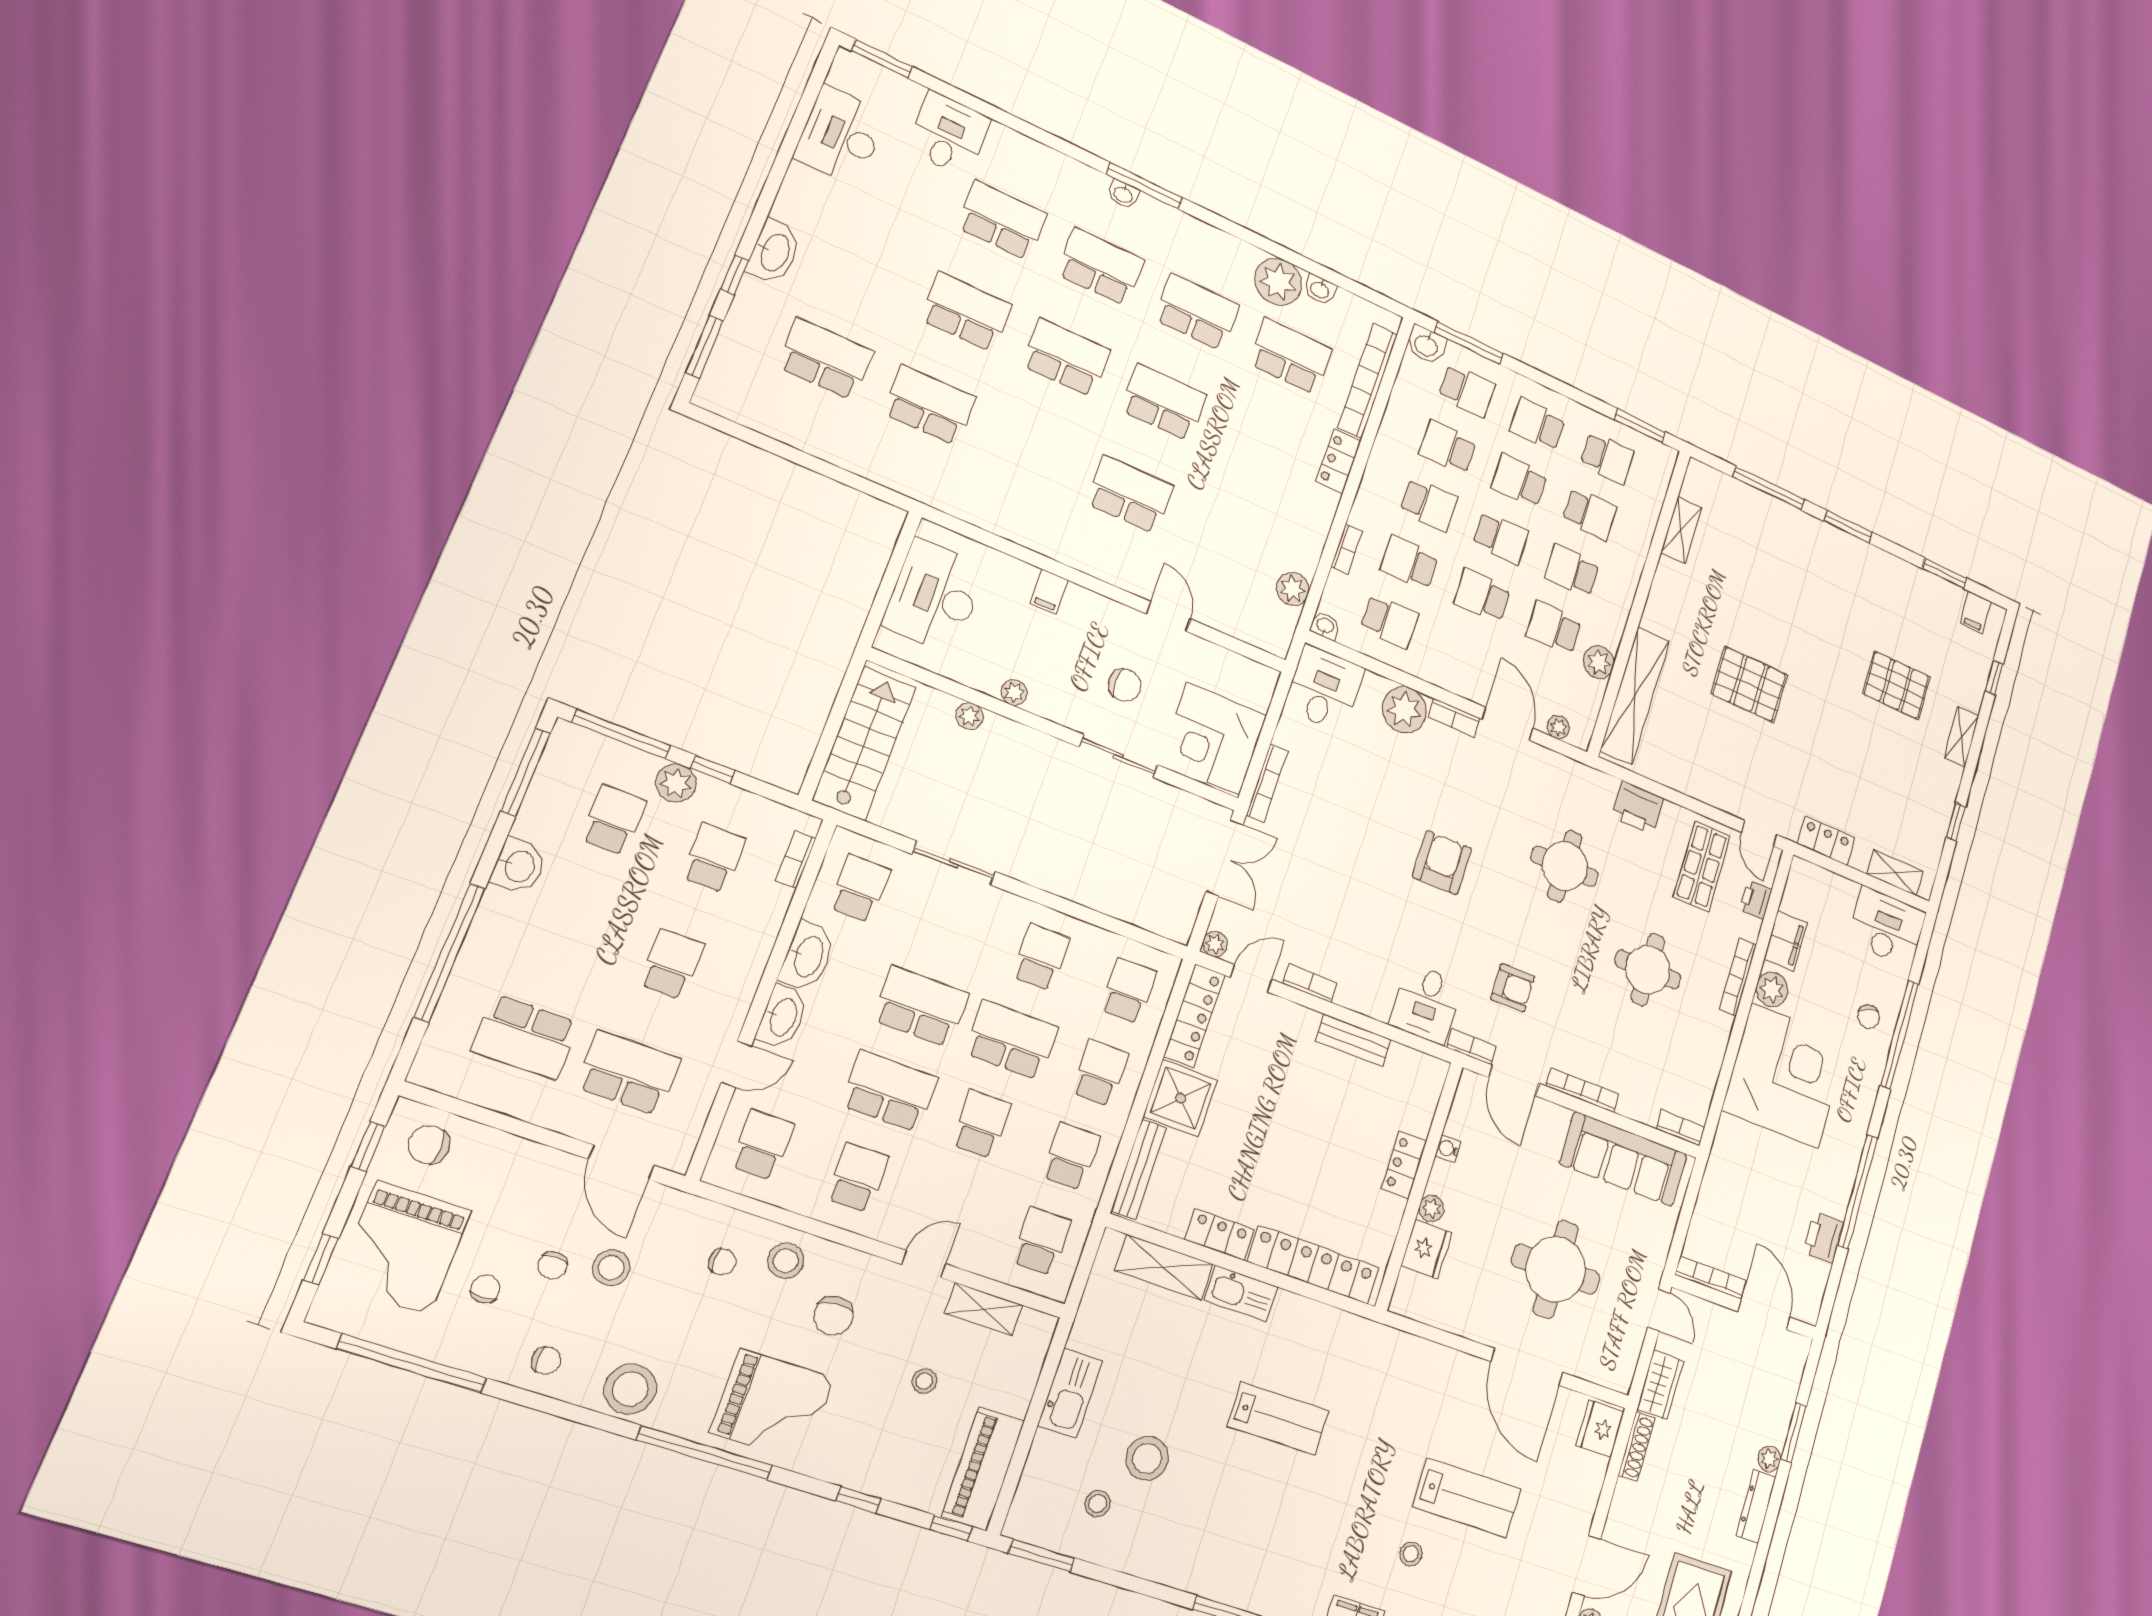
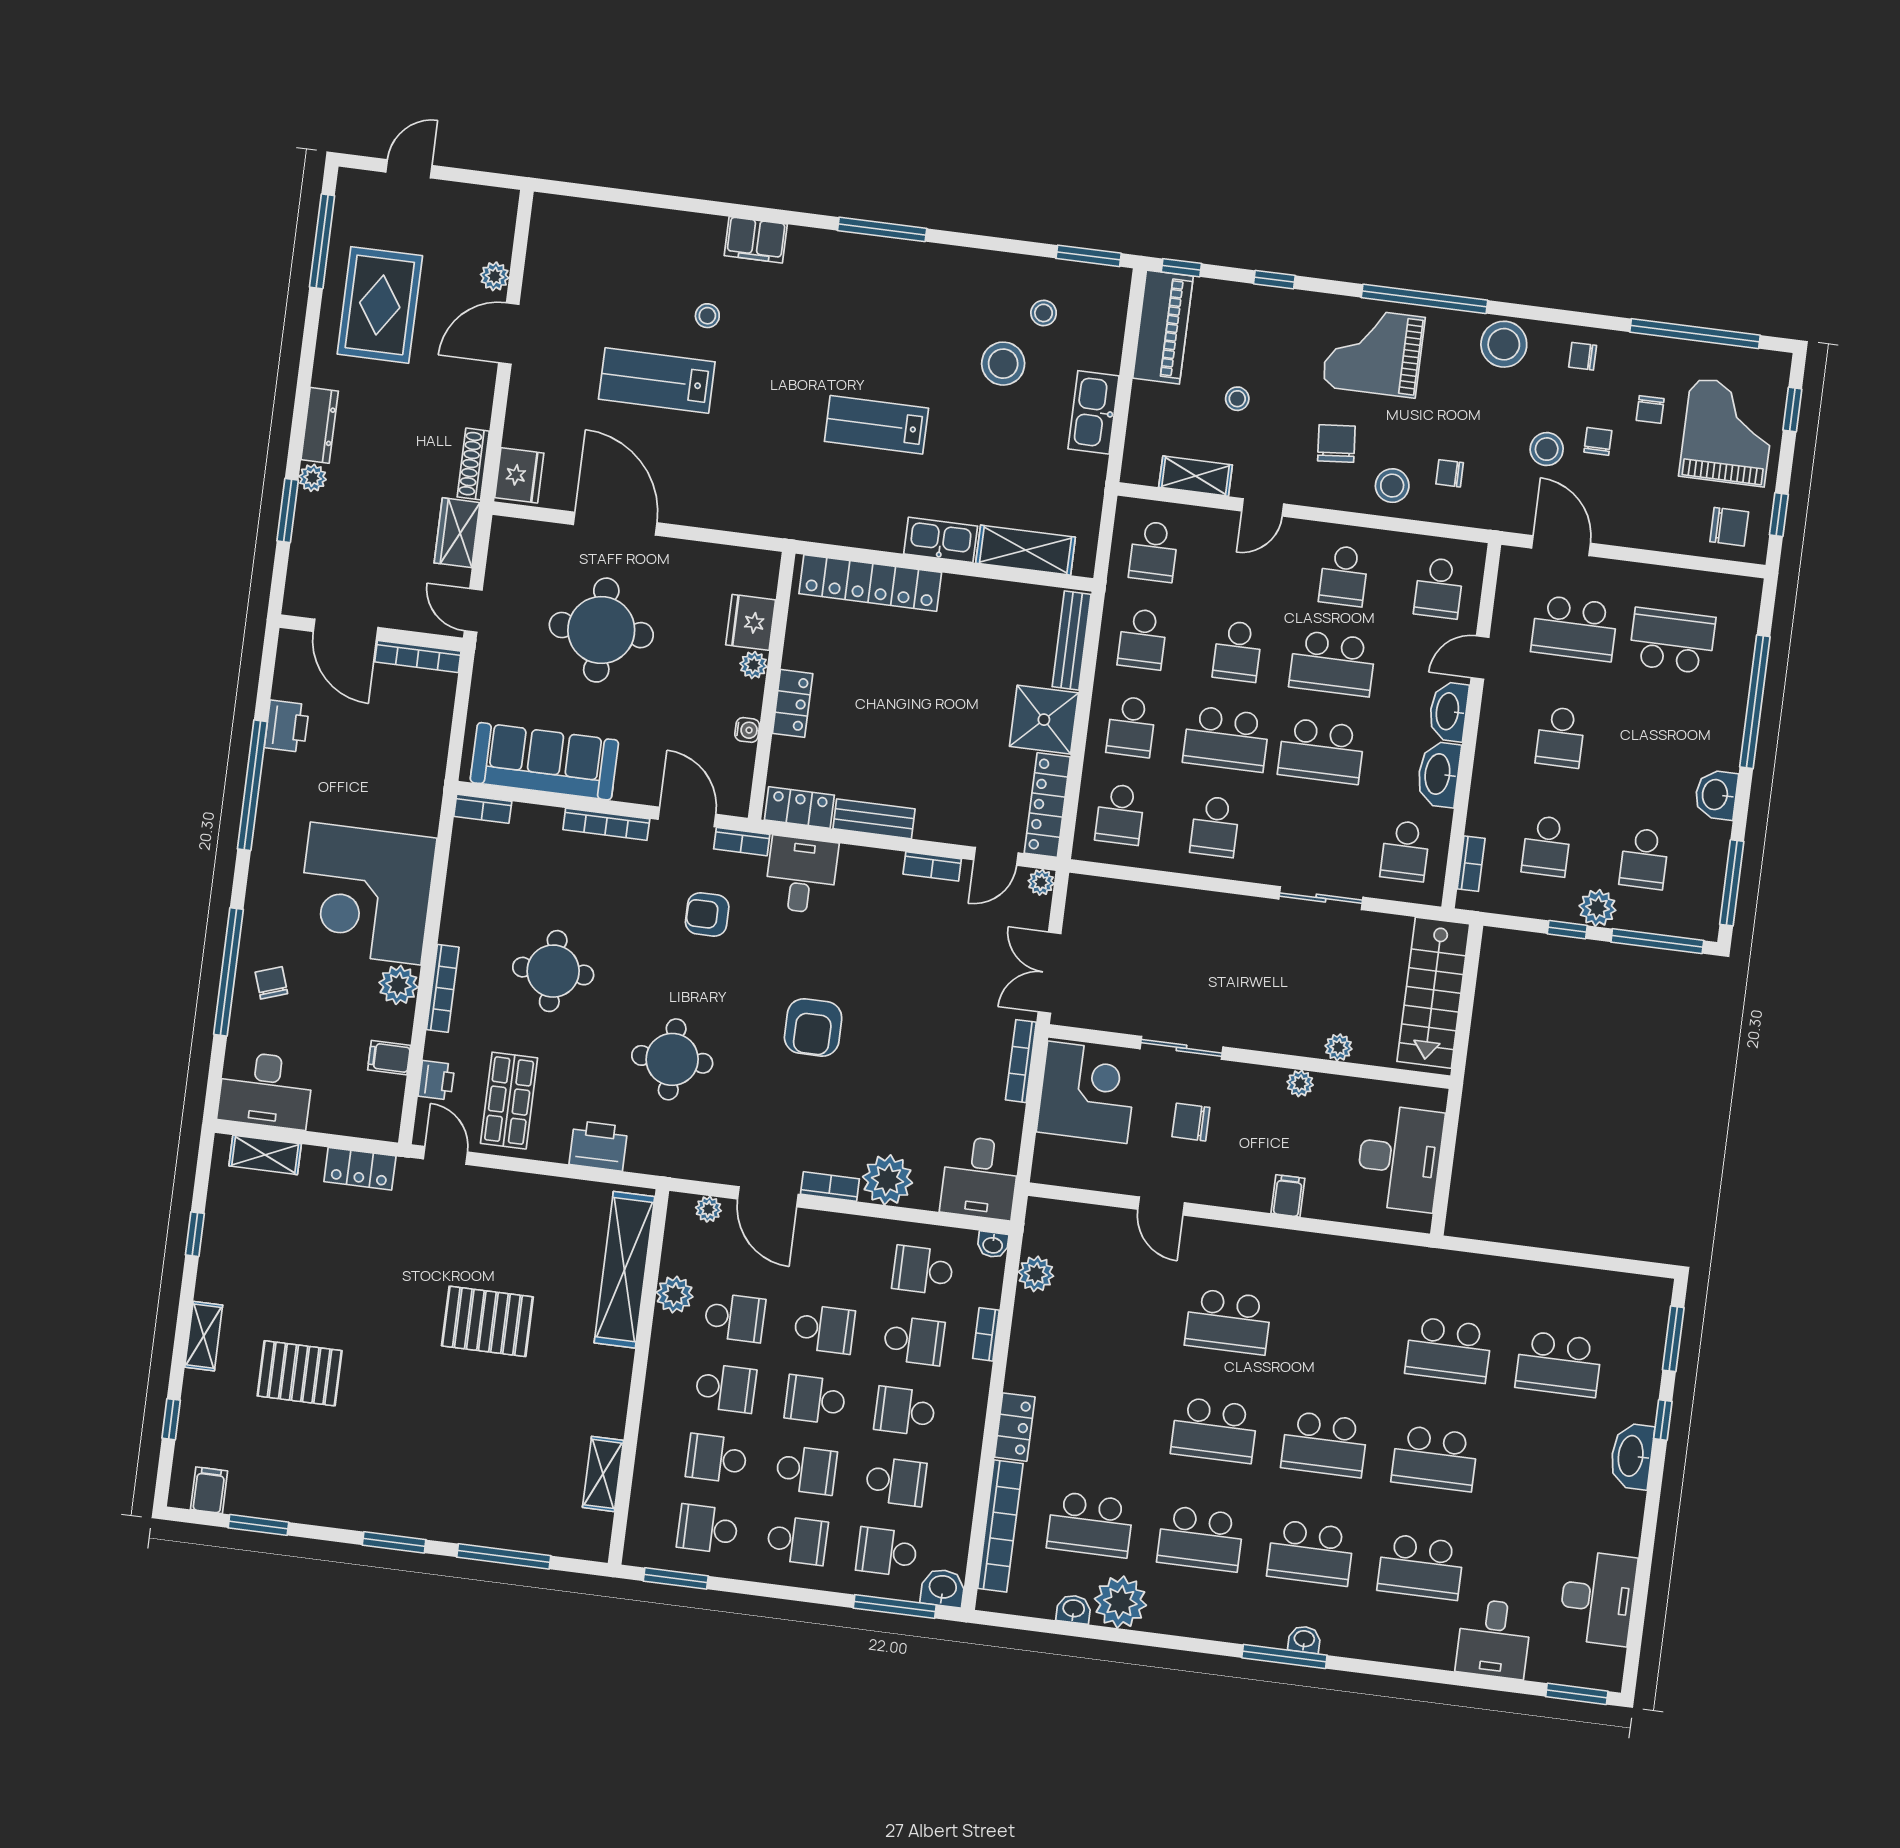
filing cabinet: (1786, 941) -> (389, 1058), width x0.50
locker: (1220, 1234) -> (799, 808), moved, turned 180

